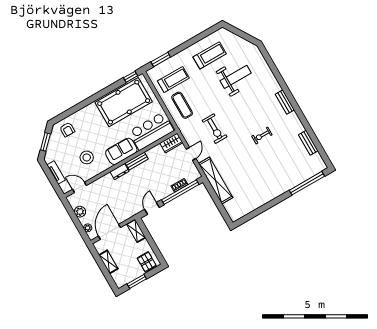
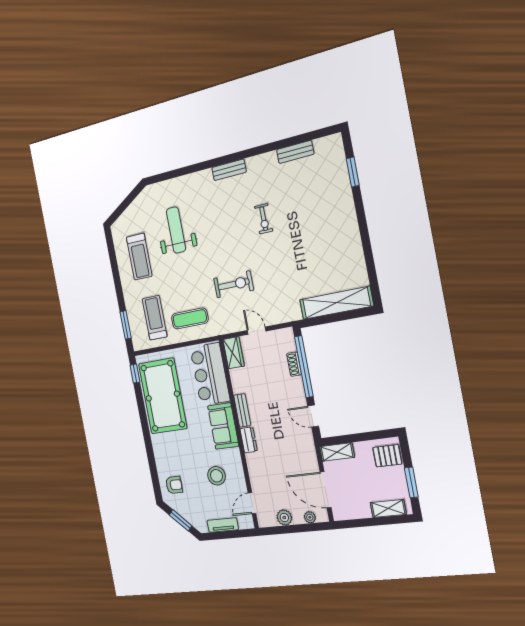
treadmill: (210, 55) -> (139, 257), turned 180
shelving: (216, 180) -> (336, 303), moved
window: (307, 183) -> (353, 172), width x0.47
shelving: (108, 262) -> (388, 508), moved

